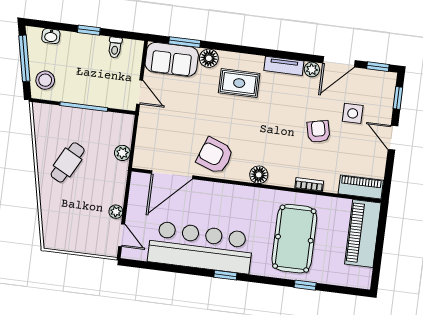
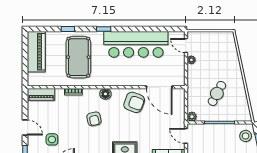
armchair: (318, 132) -> (94, 119), moved
plant: (122, 153) -> (192, 117), moved
cafe table: (68, 162) -> (217, 93), moved
door: (172, 175) -> (159, 87), swing flipped
piano: (363, 233) -> (36, 52), moved
window: (225, 275) -> (104, 29), moved

